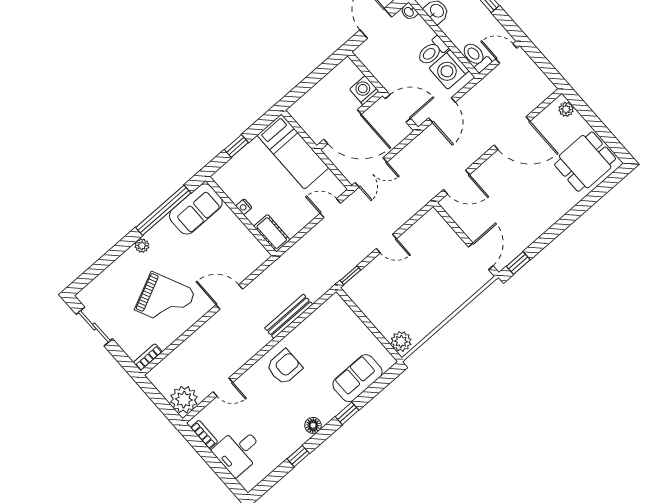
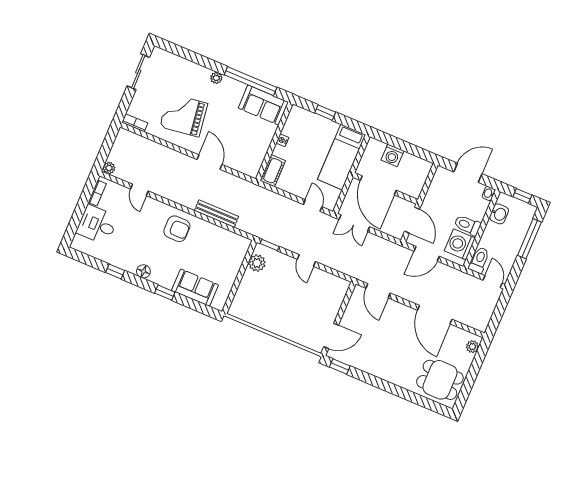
washing machine: (364, 90) -> (392, 155), moved, turned 180
grand piano: (165, 300) -> (184, 115), turned 107
plant: (401, 341) -> (257, 263), moved
plant: (184, 400) -> (109, 168), width x0.53, depth x0.53

